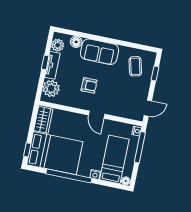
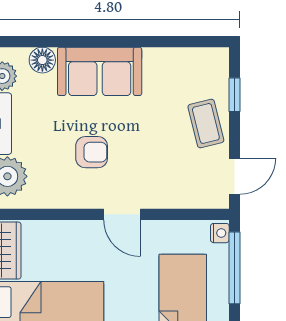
coffee table: (135, 66) -> (206, 123), moved

